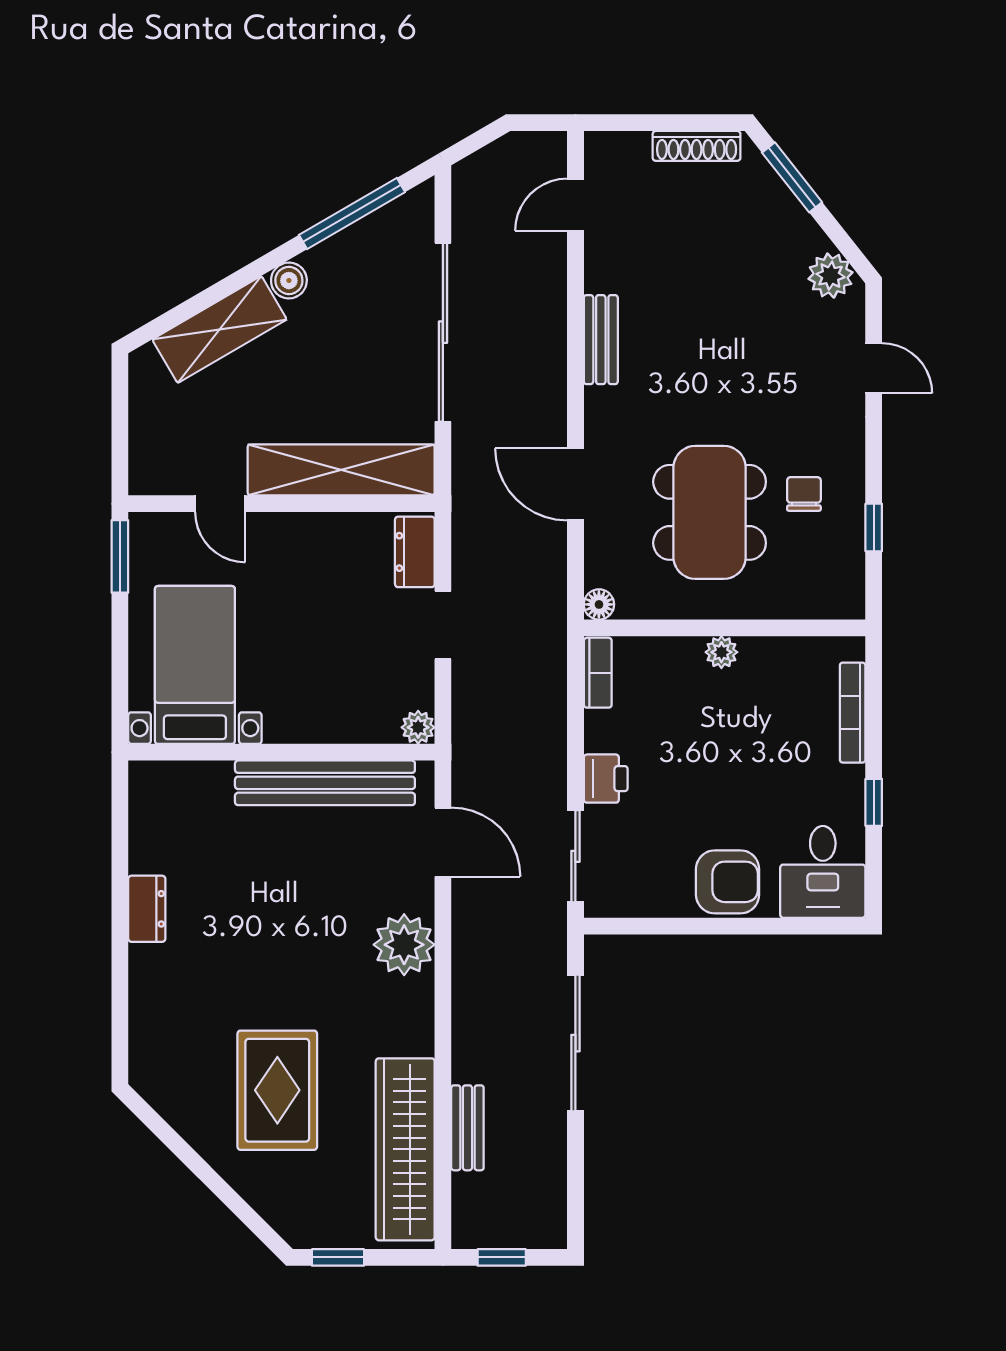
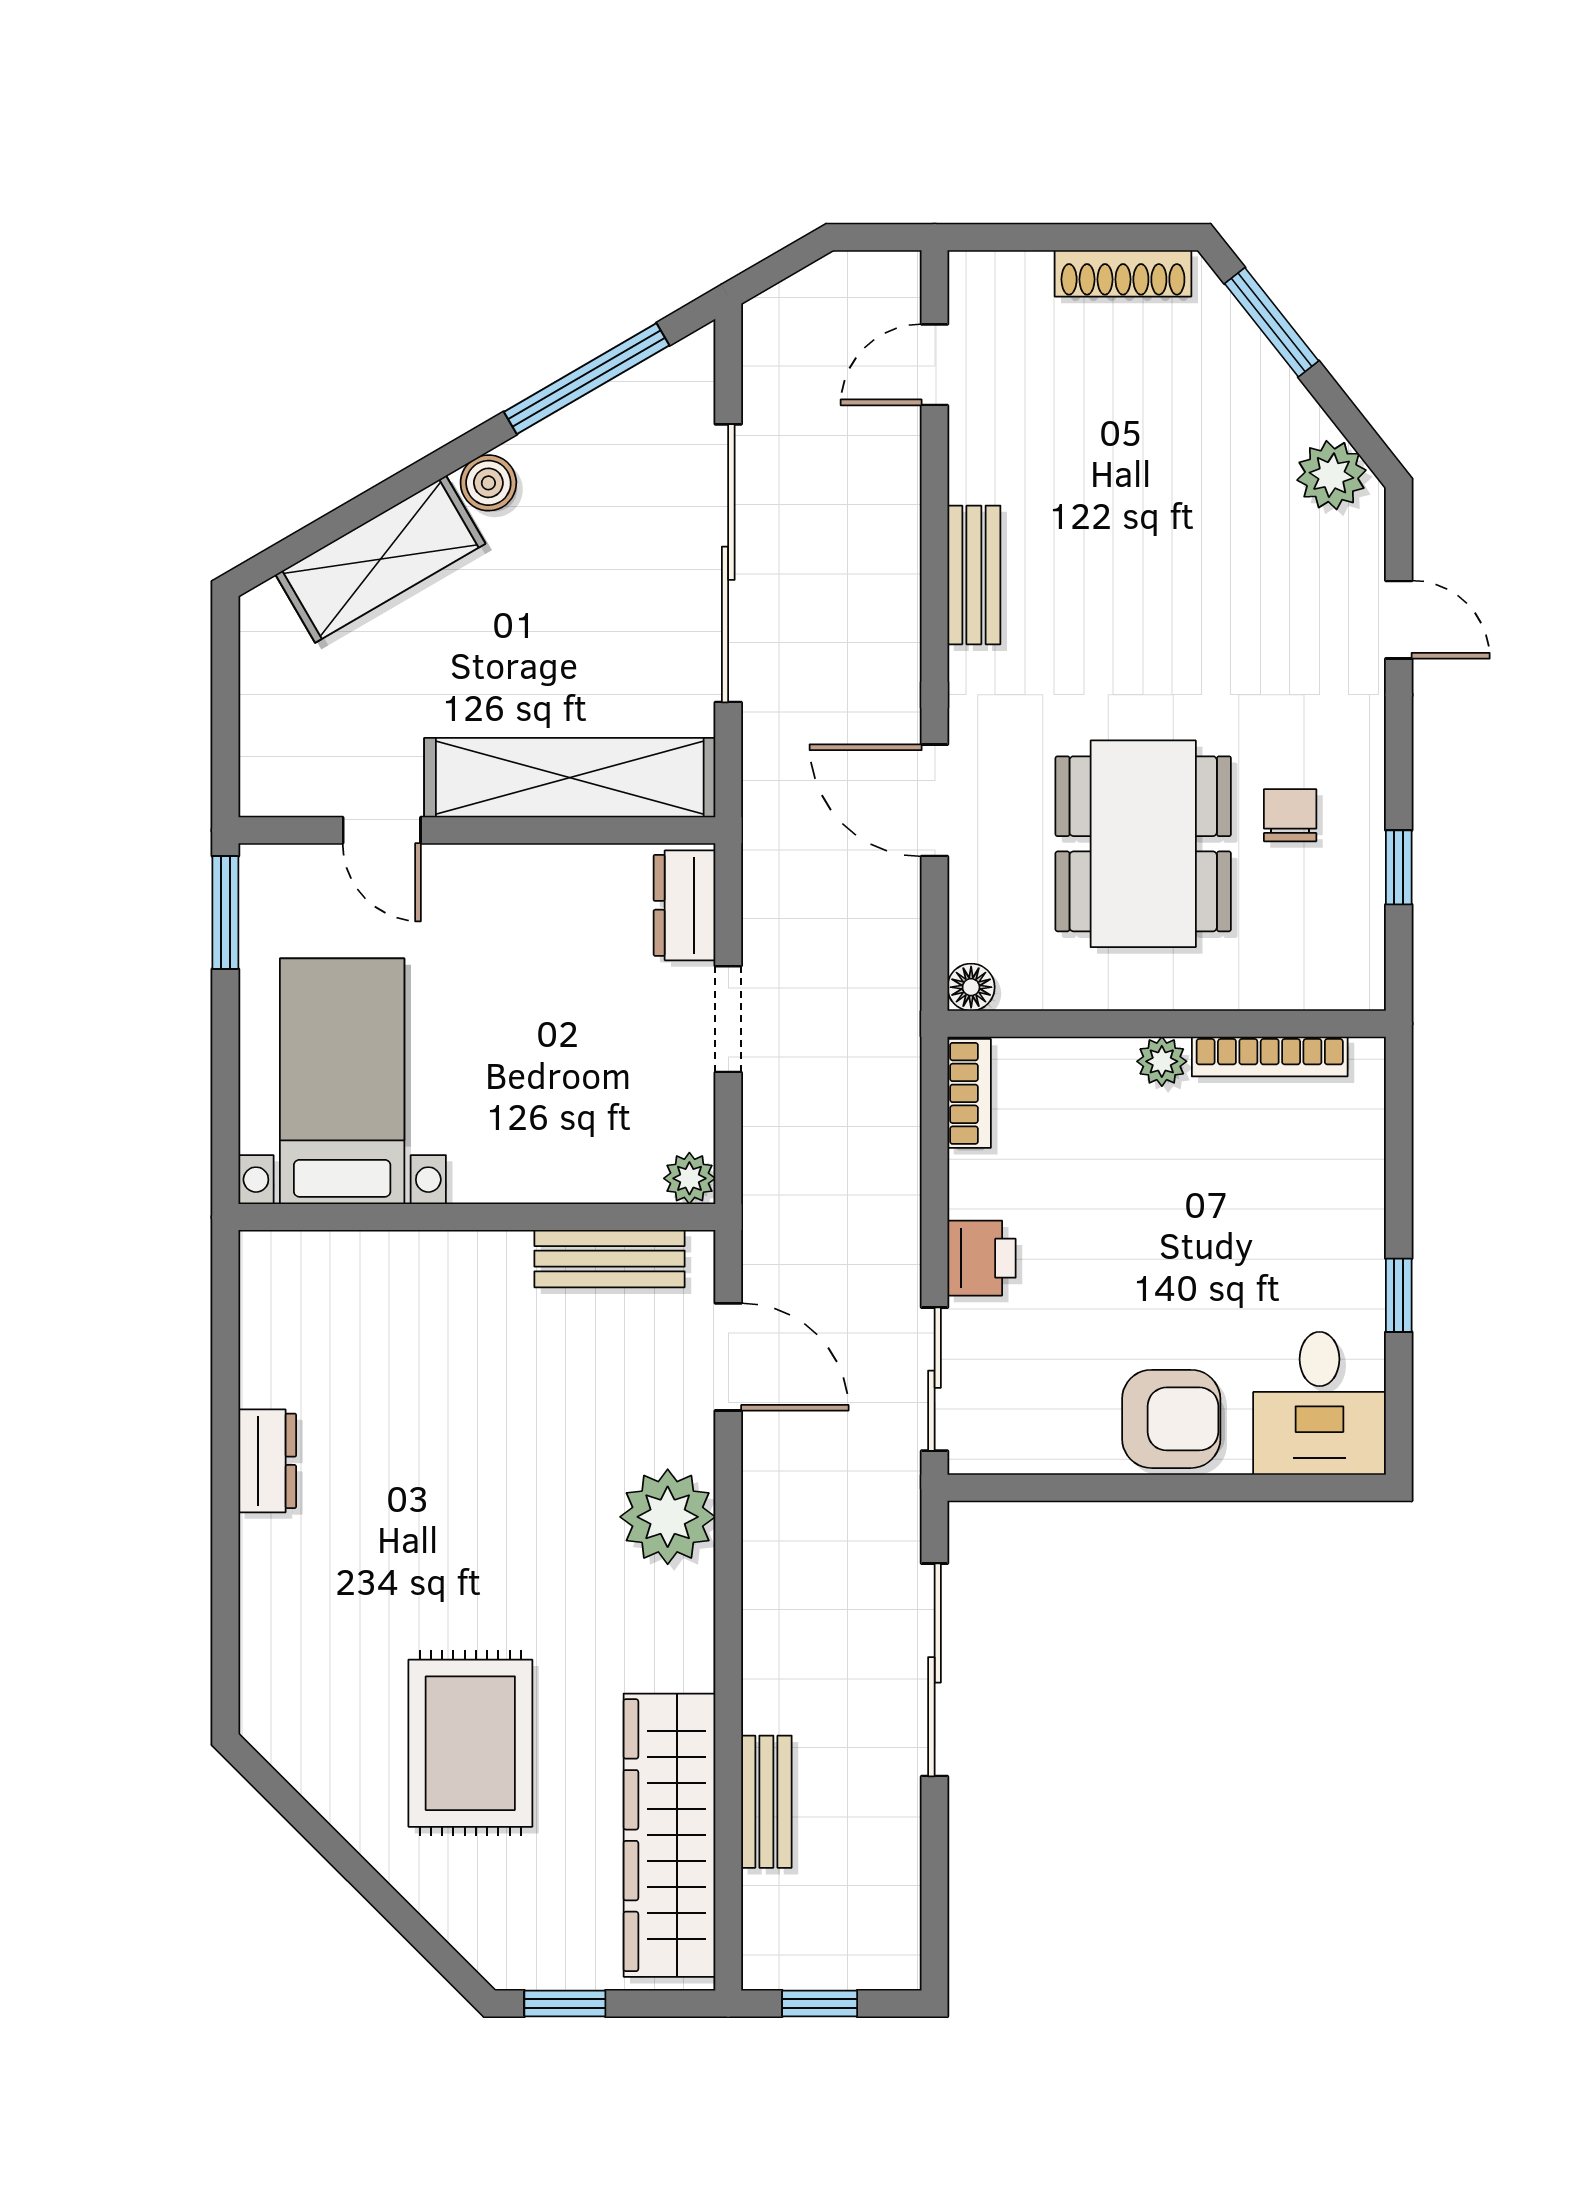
bookcase: (853, 713) -> (1270, 1056), moved, turned -90
bench: (325, 783) -> (609, 1259), width x0.54, depth x0.82

